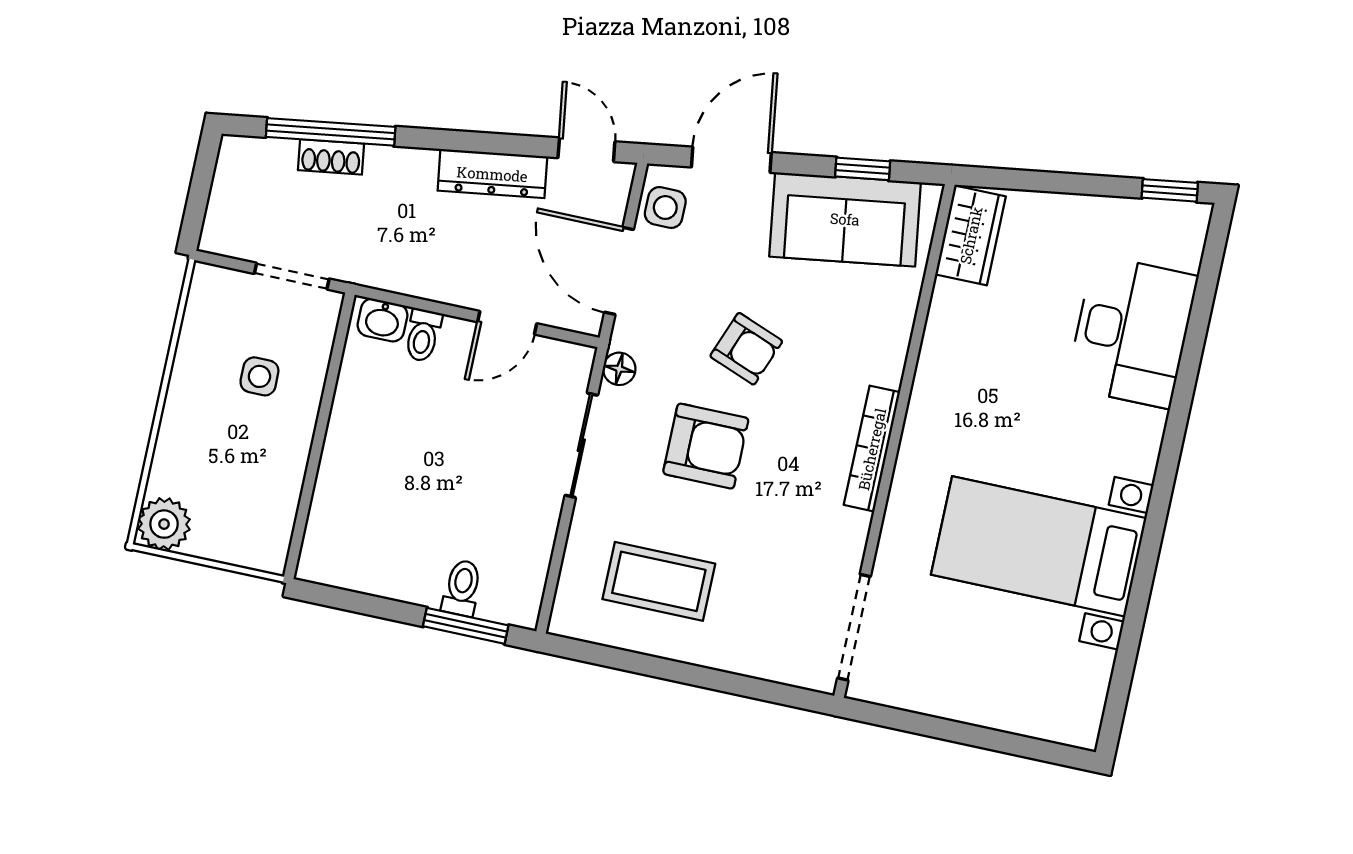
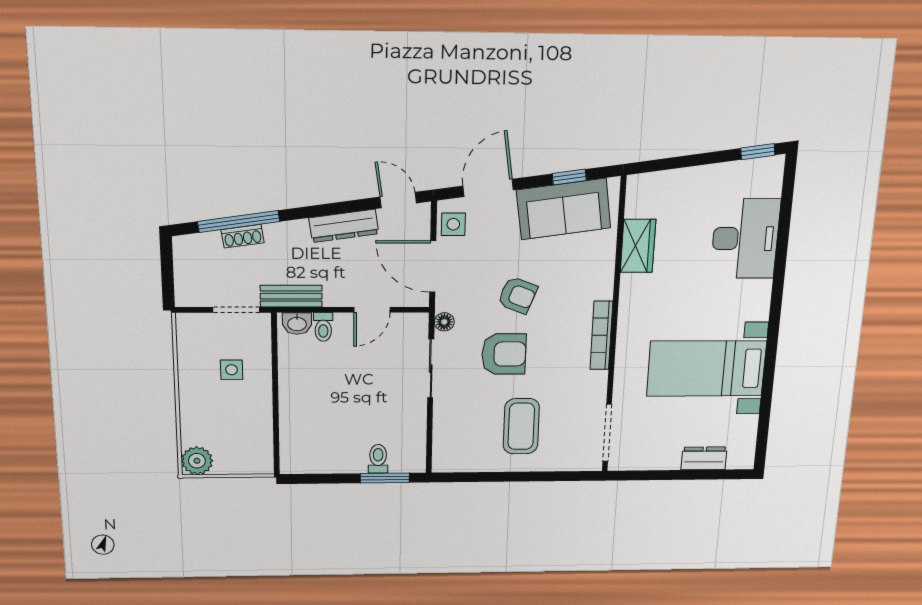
wardrobe: (971, 235) -> (638, 246), moved
bench: (384, 272) -> (291, 296), added
coffee table: (659, 581) -> (521, 426), moved, turned 90
dresser: (1013, 712) -> (704, 458), added

